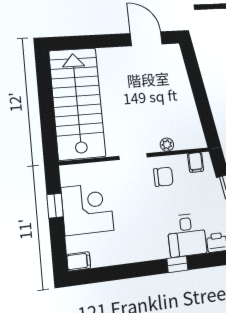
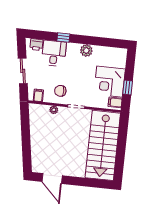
plant: (136, 252) -> (86, 50), added
filing cabinet: (79, 261) -> (115, 102), moved

